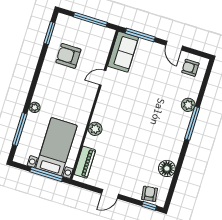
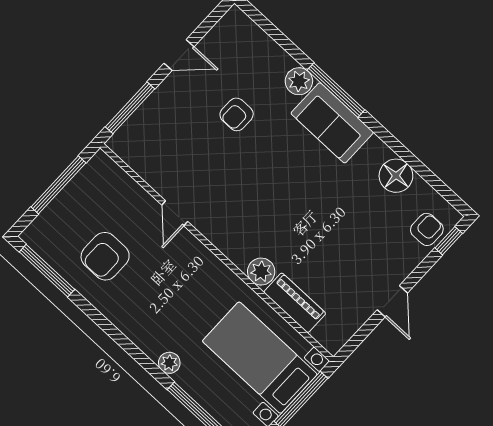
window: (49, 33) -> (47, 271), width x1.44
sofa: (123, 52) -> (332, 123), moved, turned 180
armchair: (190, 68) -> (237, 114), moved
piano: (85, 162) -> (295, 303), moved
armchair: (150, 194) -> (427, 229), turned 98

